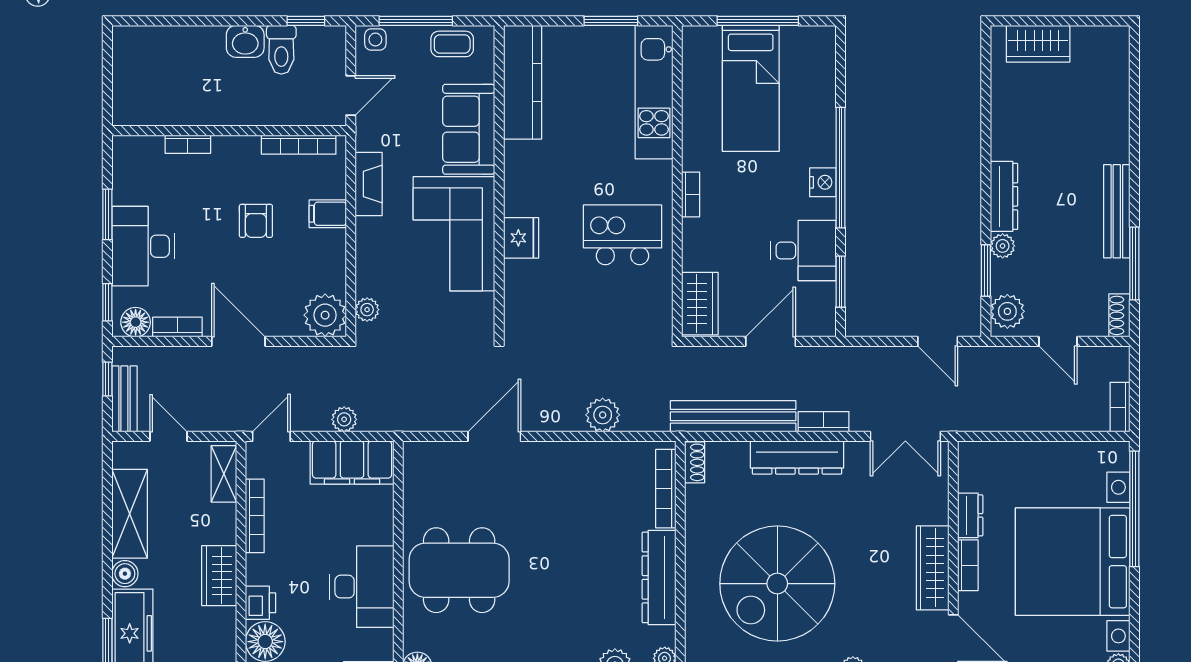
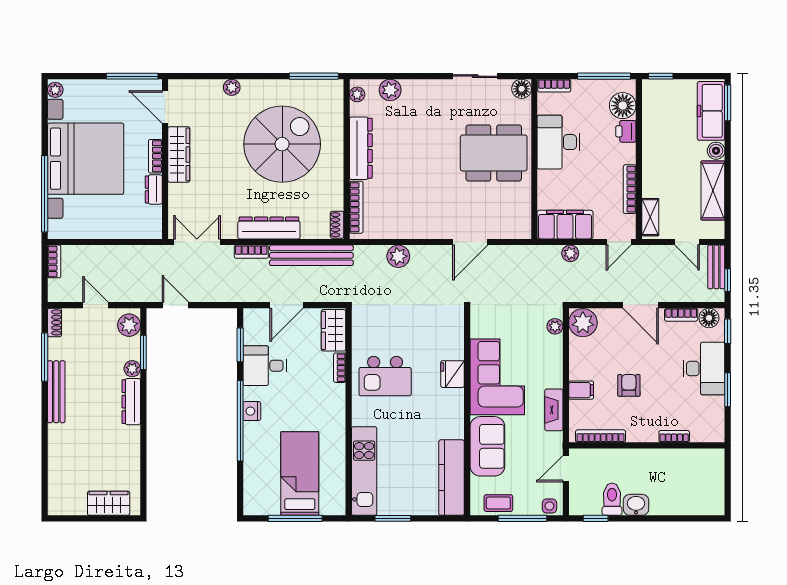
bookcase: (691, 194) -> (340, 368), moved
wardrobe: (219, 576) -> (653, 149), removed

